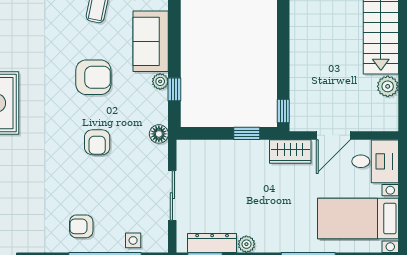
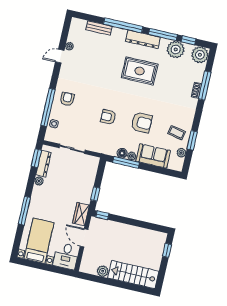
armchair: (93, 77) -> (142, 123), turned -90
window: (174, 89) -> (126, 162), width x2.17
floor lamp: (159, 134) -> (122, 153), moved

